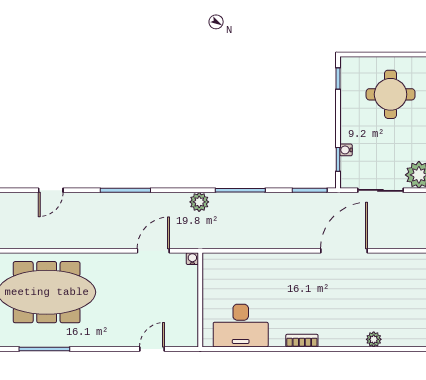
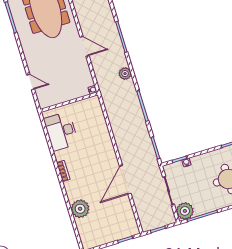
plant: (199, 202) -> (125, 74), moved
door: (153, 251) -> (84, 46), moved
door: (344, 251) -> (125, 180), swing flipped
plant: (374, 339) -> (80, 209), width x1.87, depth x1.87

